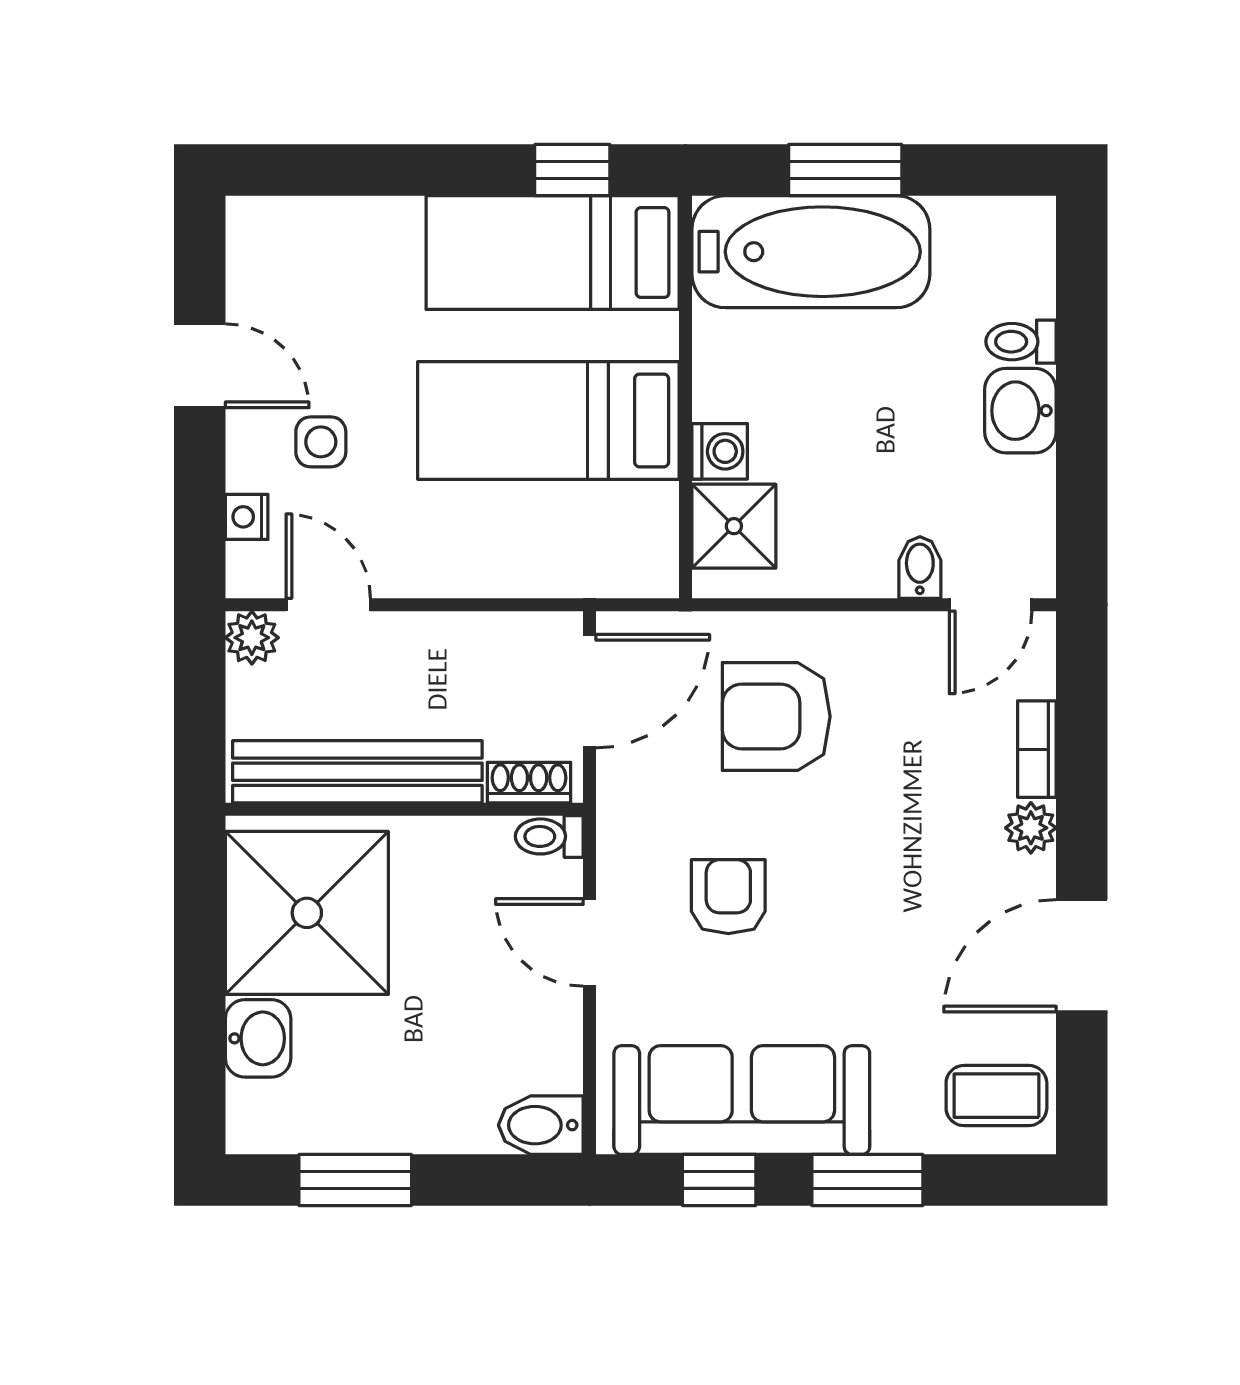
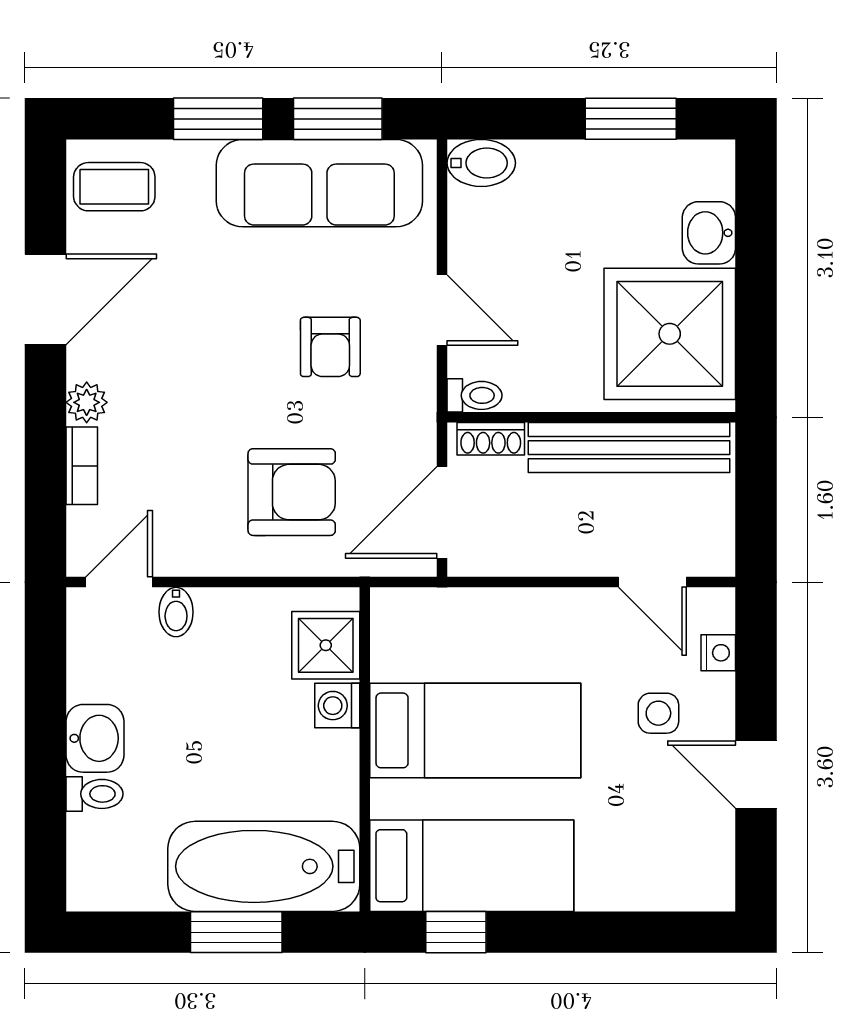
plant: (252, 638) -> (714, 556), removed
window: (719, 1180) -> (338, 119), width x1.50

